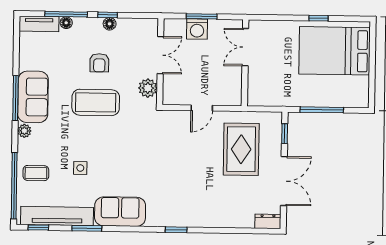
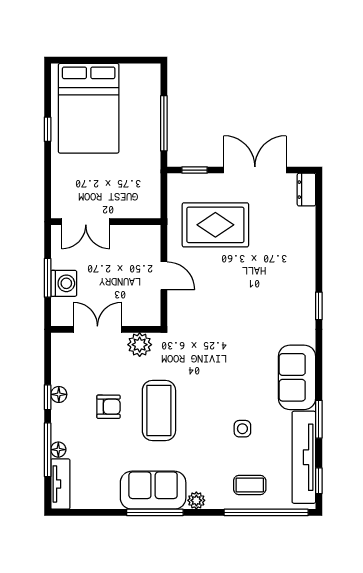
coffee table: (36, 173) -> (250, 485), turned 90

